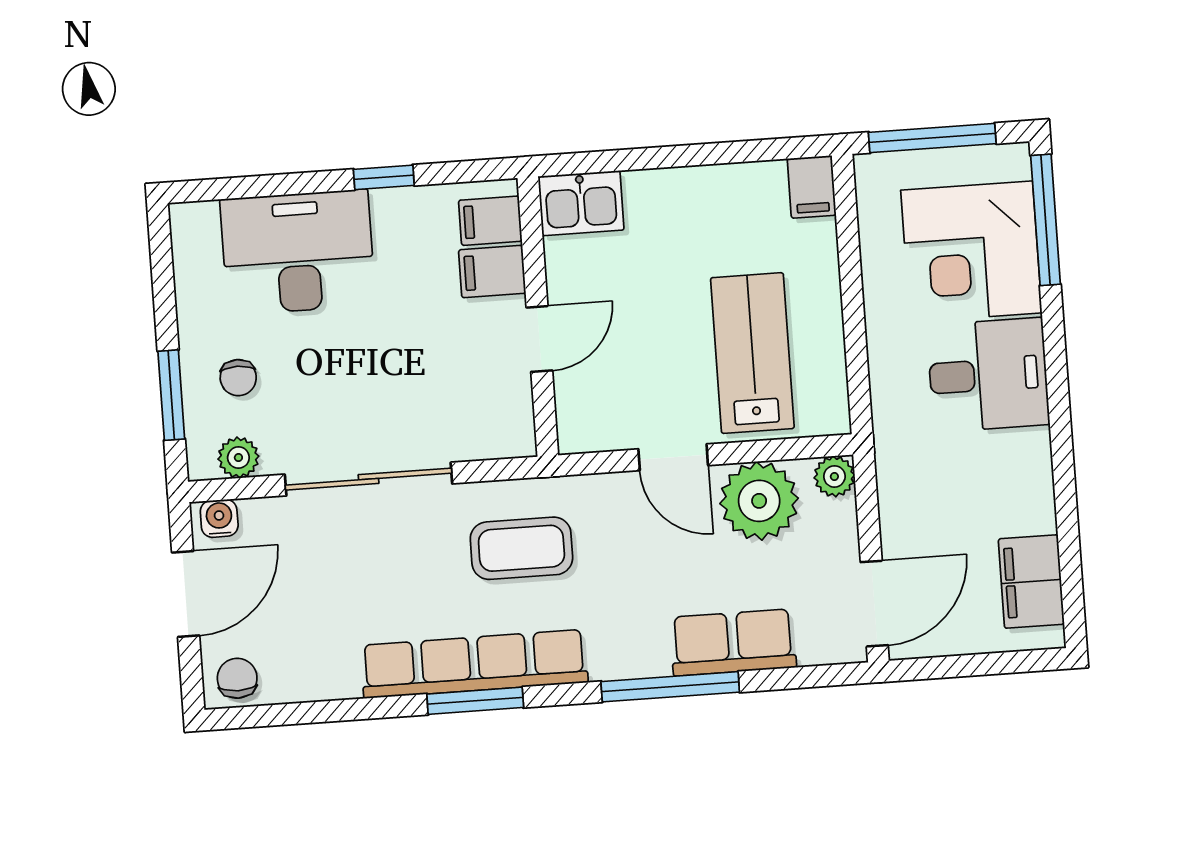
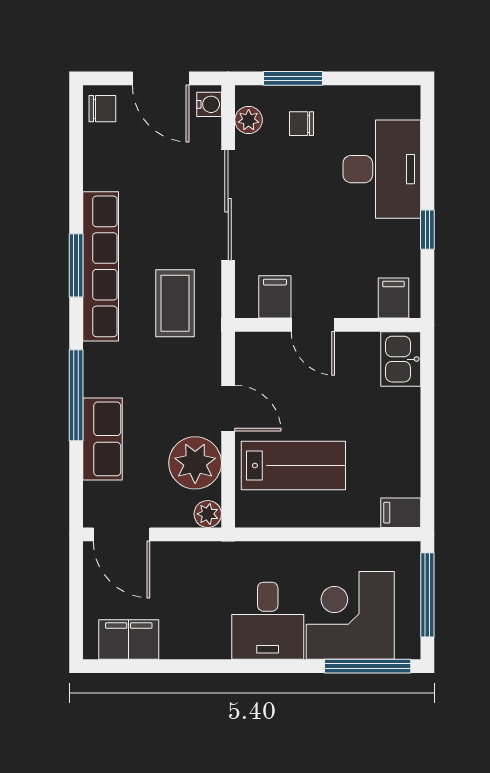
filing cabinet: (492, 272) -> (275, 297), moved
door: (673, 457) -> (228, 408), swing flipped

